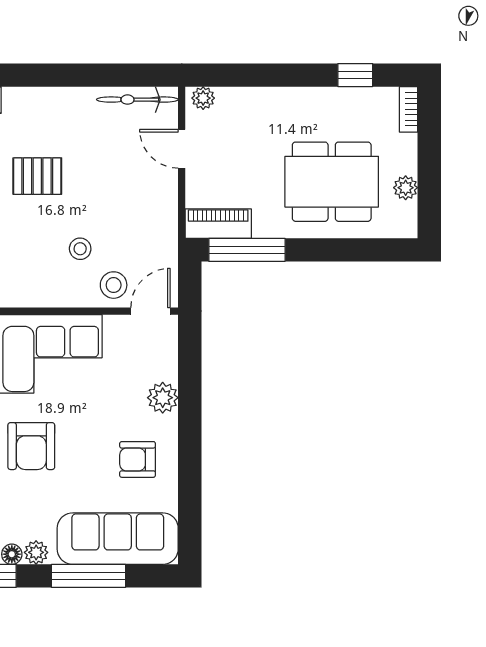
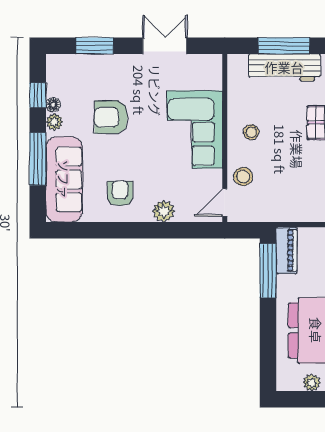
stool: (80, 249) -> (251, 132), moved
door: (150, 311) -> (225, 203), swing flipped
armchair: (31, 446) -> (111, 117), moved

